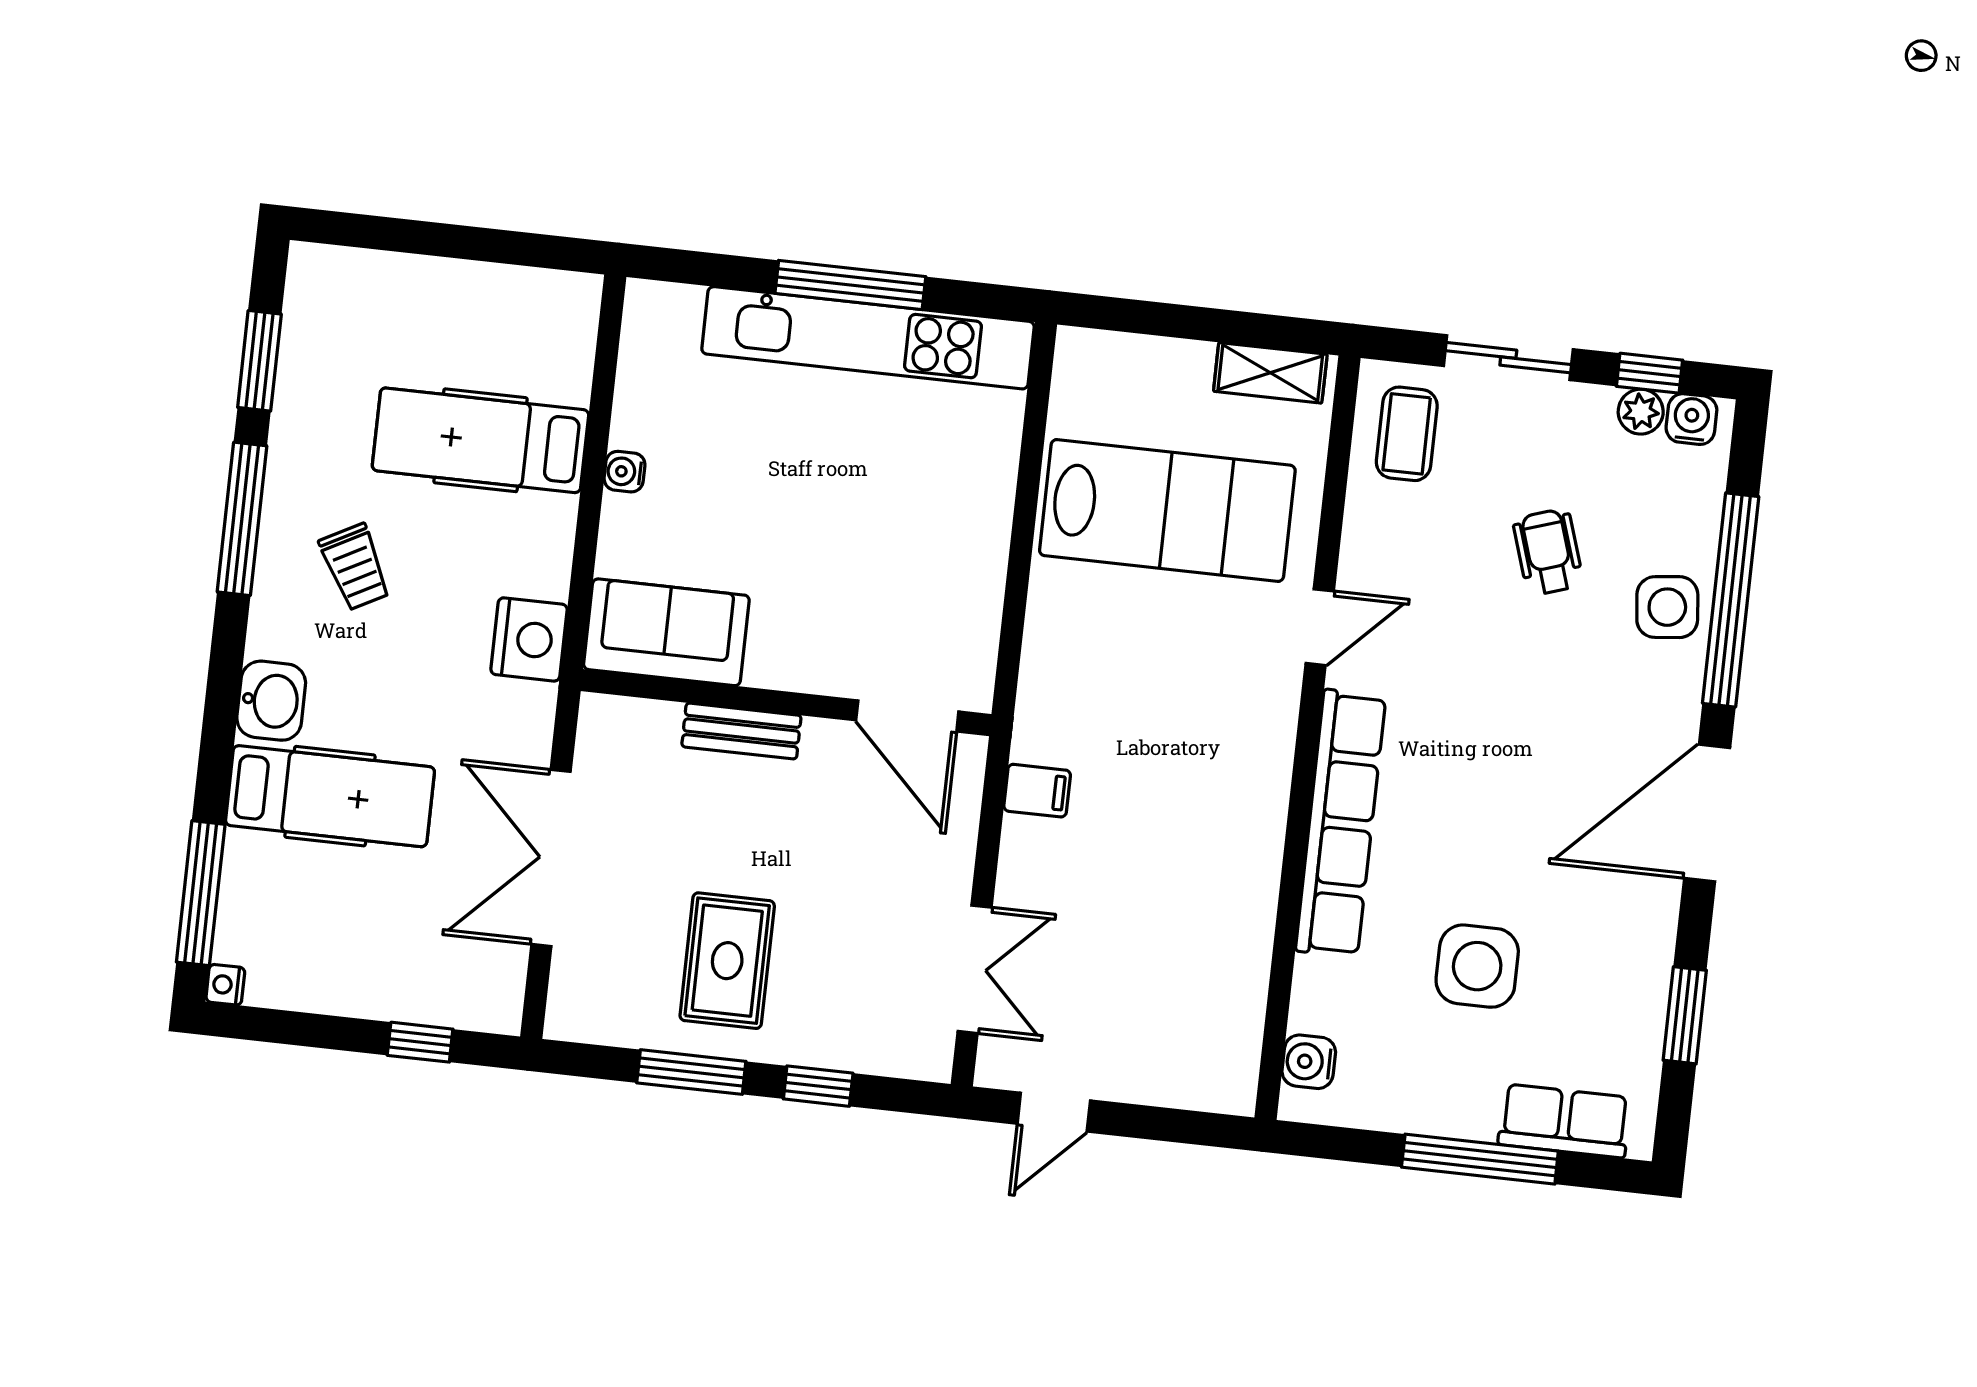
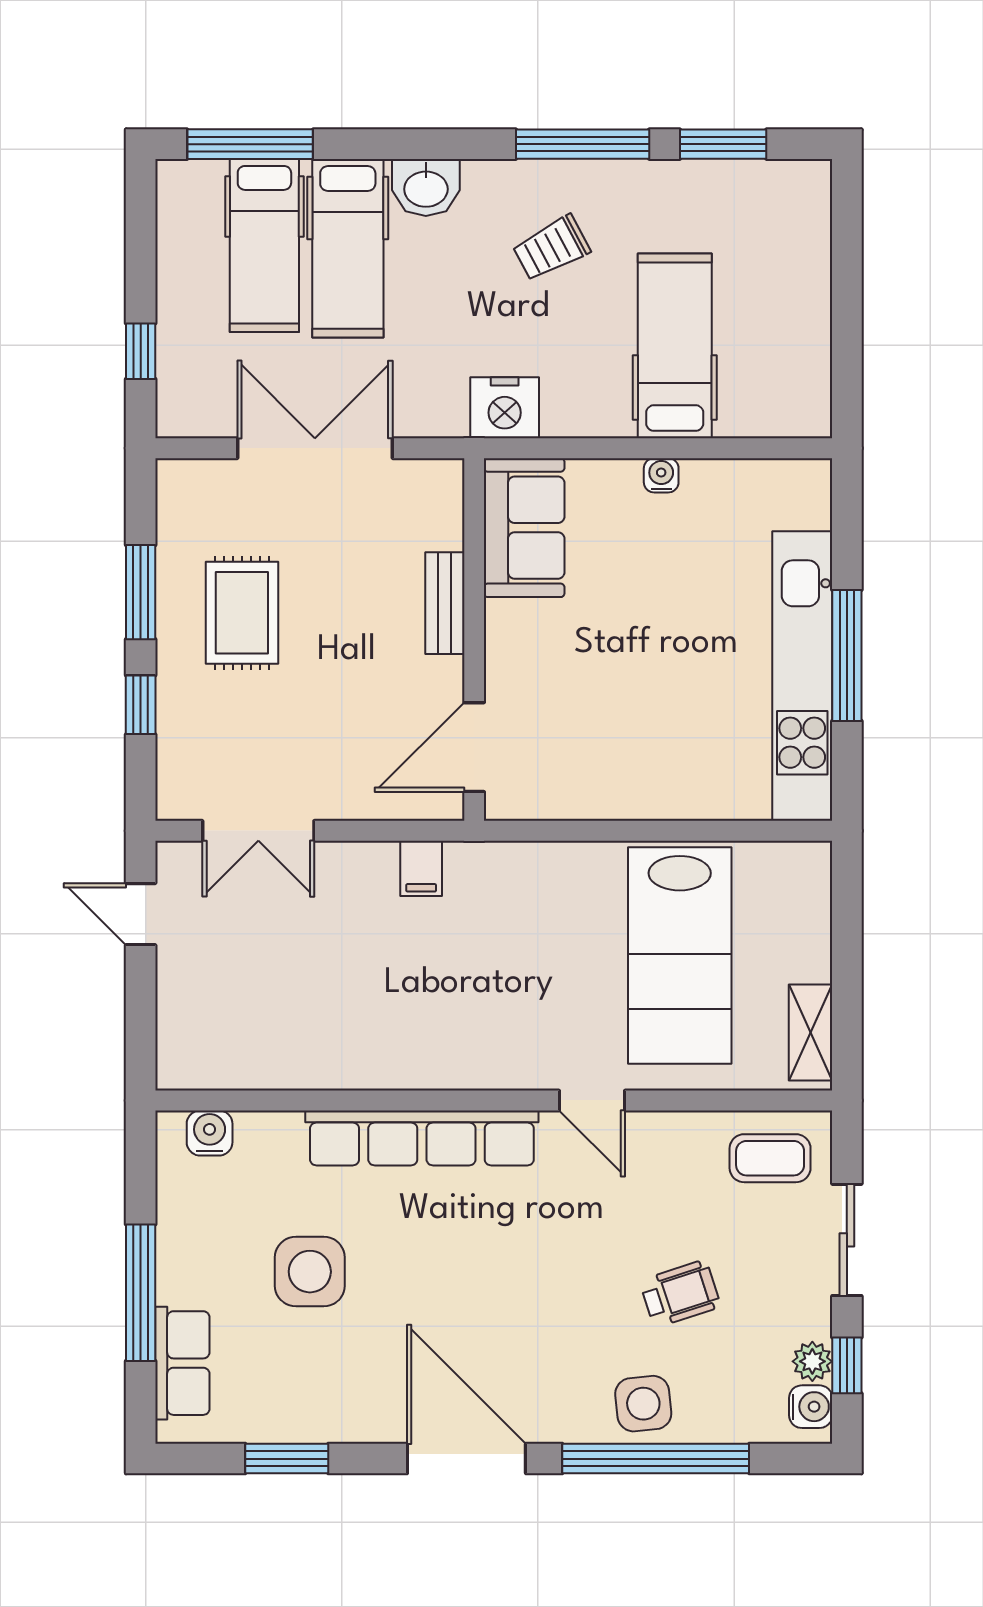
hospital bed: (316, 890) -> (264, 245), added
rug: (727, 961) -> (242, 613), turned 90
nightstand: (225, 985) -> (172, 175), removed

